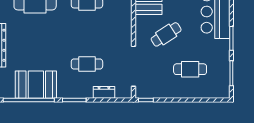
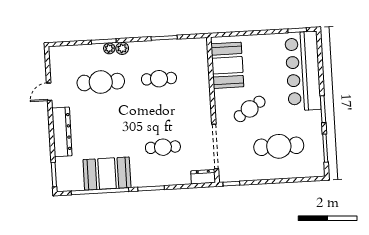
cafe table: (190, 69) -> (279, 146), width x1.37, depth x1.35
dresser: (104, 92) -> (203, 177), moved

